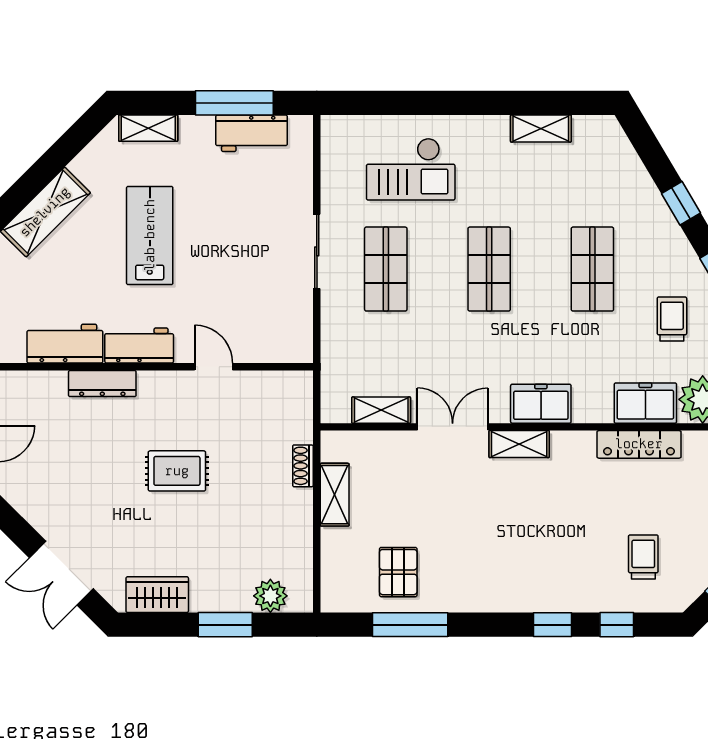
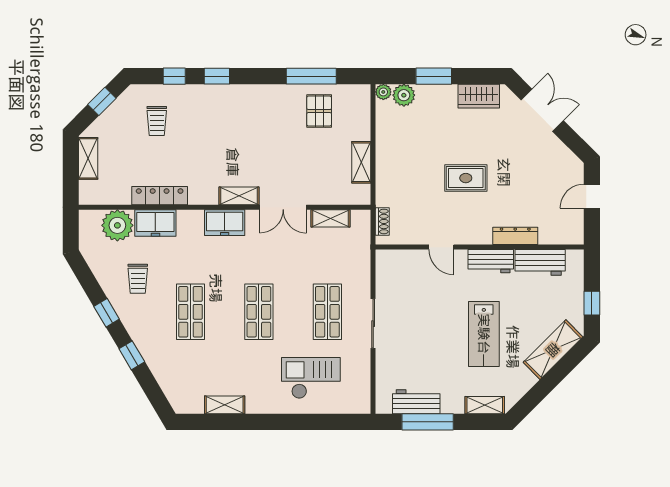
shoe rack: (303, 466) -> (382, 221), moved
plant: (301, 601) -> (383, 92), added

